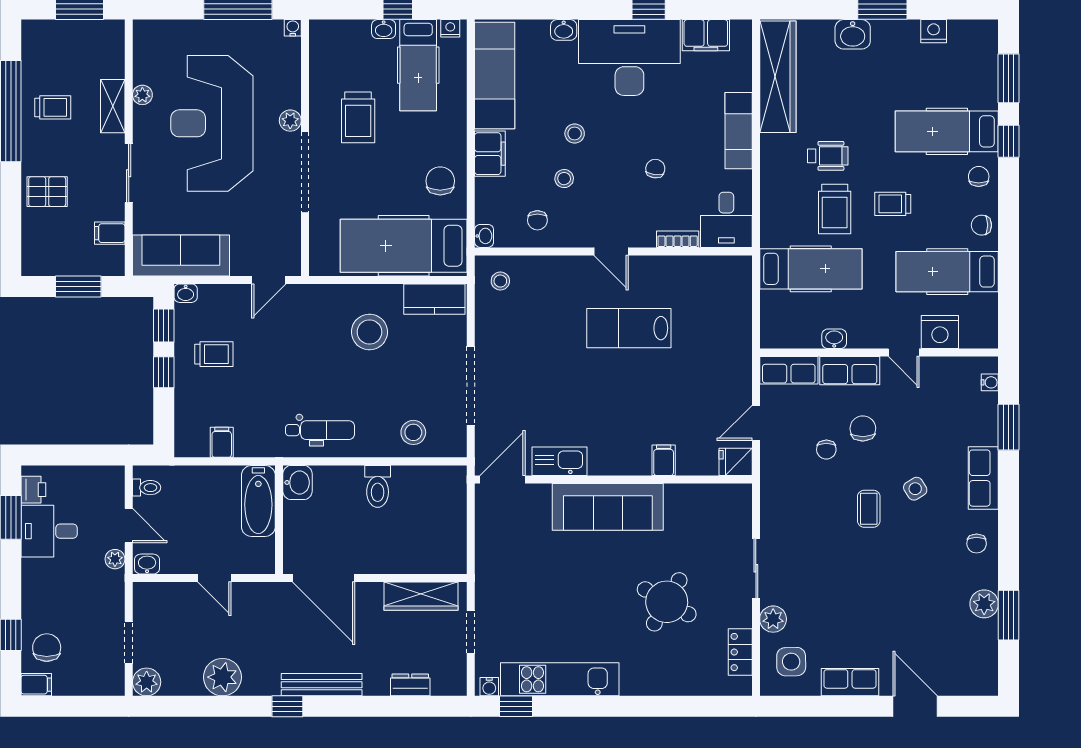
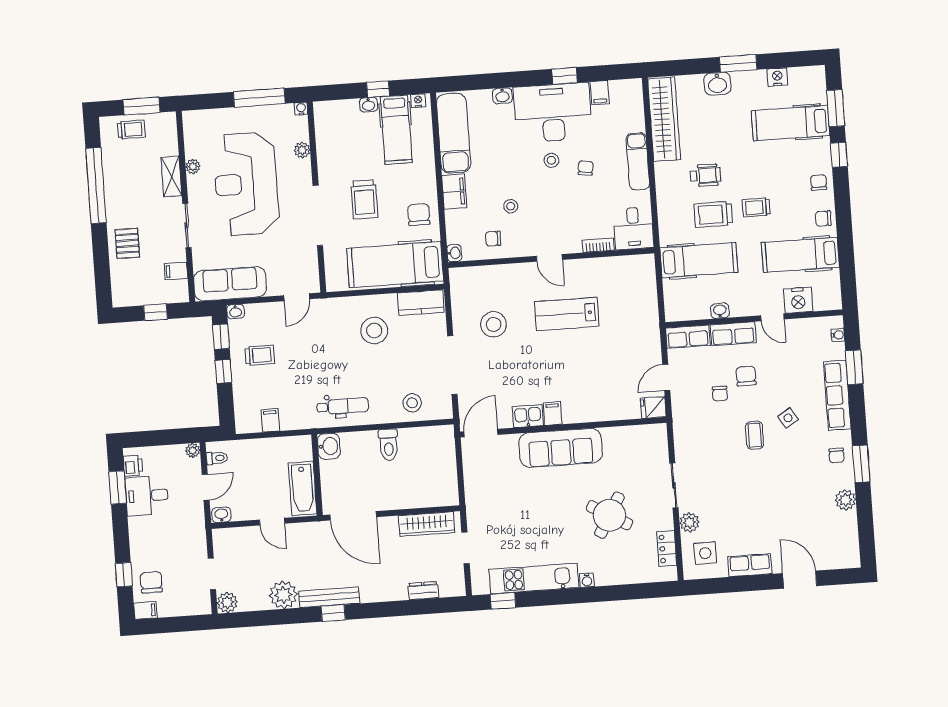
filing cabinet: (706, 35) -> (600, 93), width x0.50
trolley: (53, 107) -> (131, 130), moved
trolley: (358, 117) -> (364, 199), moved
plant: (290, 121) -> (302, 150), moved
hospital bed: (947, 131) -> (791, 123), moved
stool: (575, 134) -> (551, 160), moved
chair: (655, 169) -> (586, 168), moved
pallet: (47, 192) -> (127, 243), turned 90
trolley: (835, 209) -> (713, 214), turned 90
chair: (537, 220) -> (493, 239), turned 90
stool: (500, 281) -> (494, 324), moved, width x1.89, depth x1.89
window: (78, 286) -> (155, 312), width x0.67
filing cabinet: (664, 460) -> (553, 414), moved
kitchen sink: (559, 461) -> (528, 416), width x0.73
row of seats: (983, 478) -> (837, 395), width x1.48
bathtub: (258, 501) -> (303, 488), moved
door: (129, 526) -> (206, 487), hinge flipped
plant: (115, 559) -> (193, 450), moved
window: (1009, 615) -> (861, 464), moved
bench: (322, 685) -> (329, 597), moved
water cooler: (489, 687) -> (587, 580), moved

